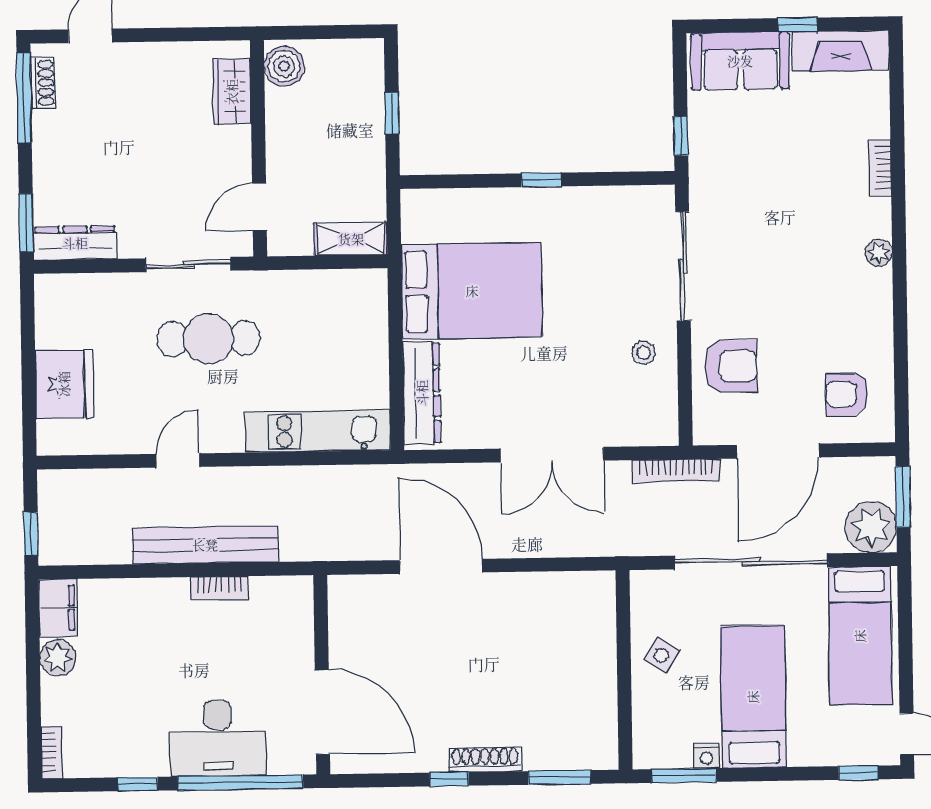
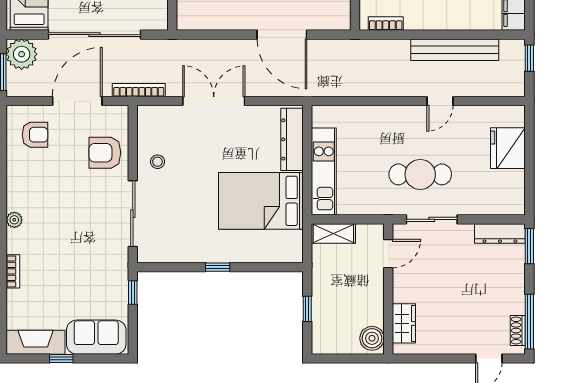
kitchen unit: (318, 431) -> (324, 171), moved, turned -90
bench: (205, 545) -> (455, 50), moved
bookcase: (219, 588) -> (386, 24), moved

